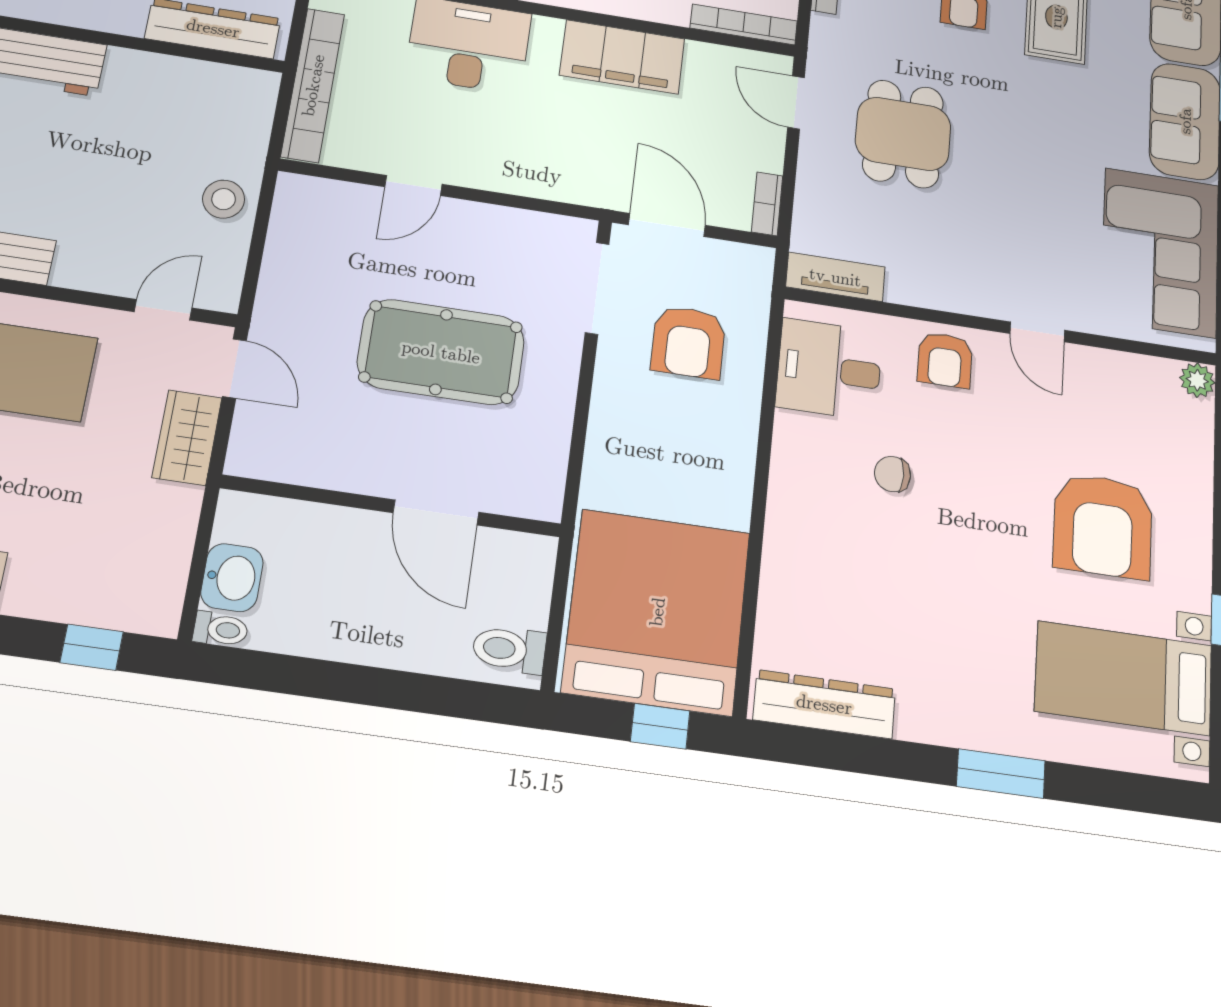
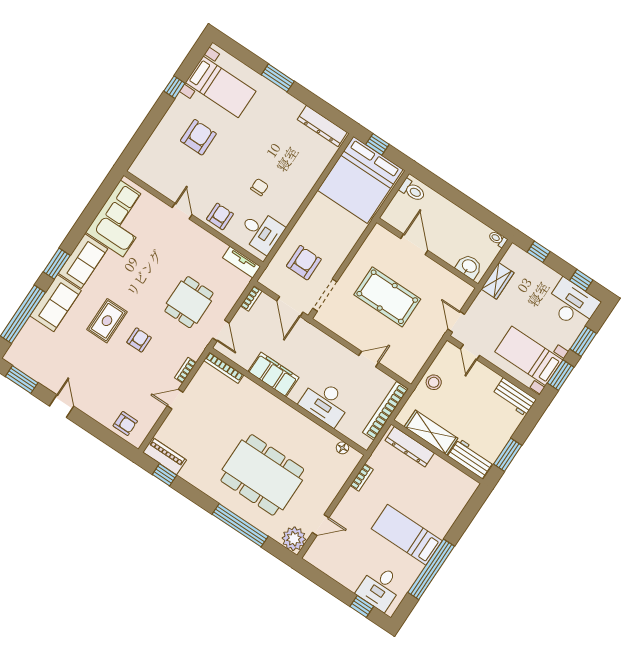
shelving: (175, 81) -> (431, 433), added
door: (163, 310) -> (470, 352), hinge flipped
plant: (1197, 380) -> (136, 169), removed
wardrobe: (187, 438) -> (498, 281), moved
chair: (893, 474) -> (259, 187), turned -90
armchair: (1103, 526) -> (198, 137), width x0.73, depth x0.73
washbasin: (232, 578) -> (469, 266), moved, turned 90

